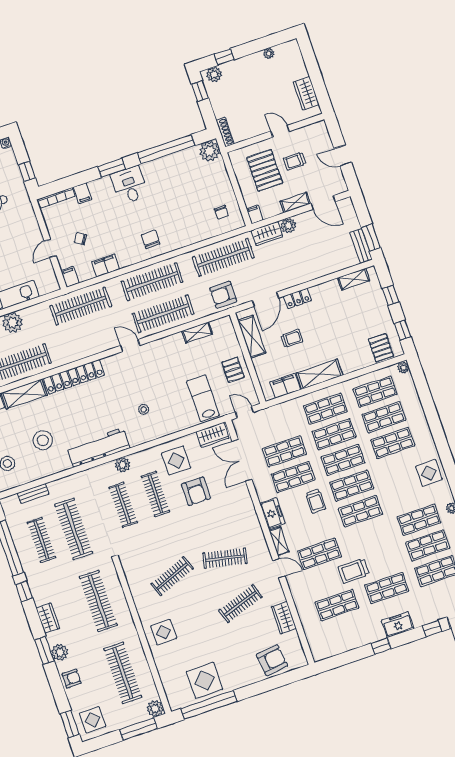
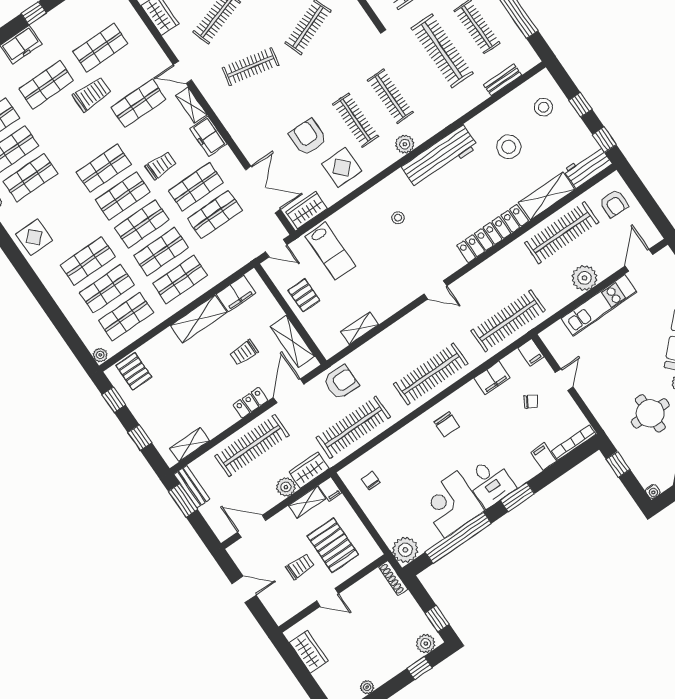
corner desk: (165, 176) -> (451, 504), added
shelving: (295, 202) -> (307, 502), moved
clothes rail: (163, 314) -> (252, 446), moved
trolley: (316, 501) -> (161, 165), turned 90

